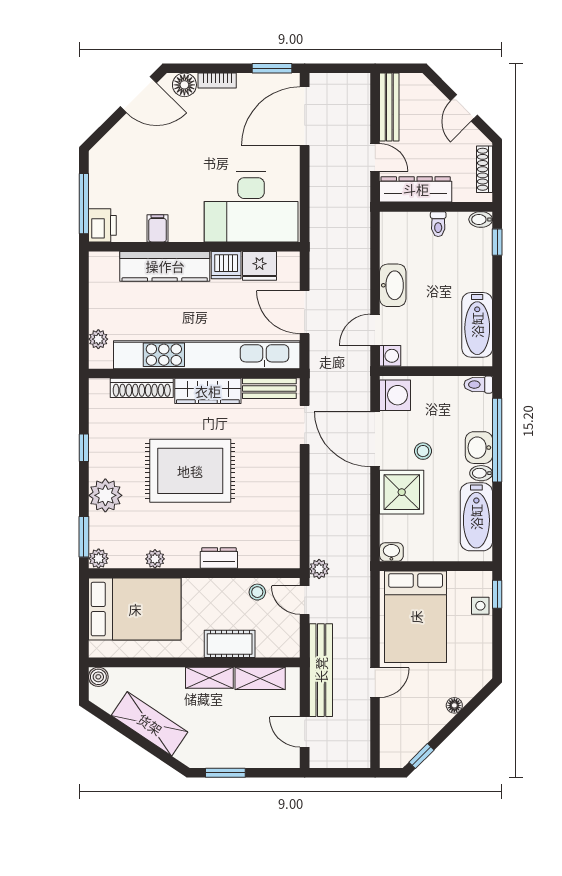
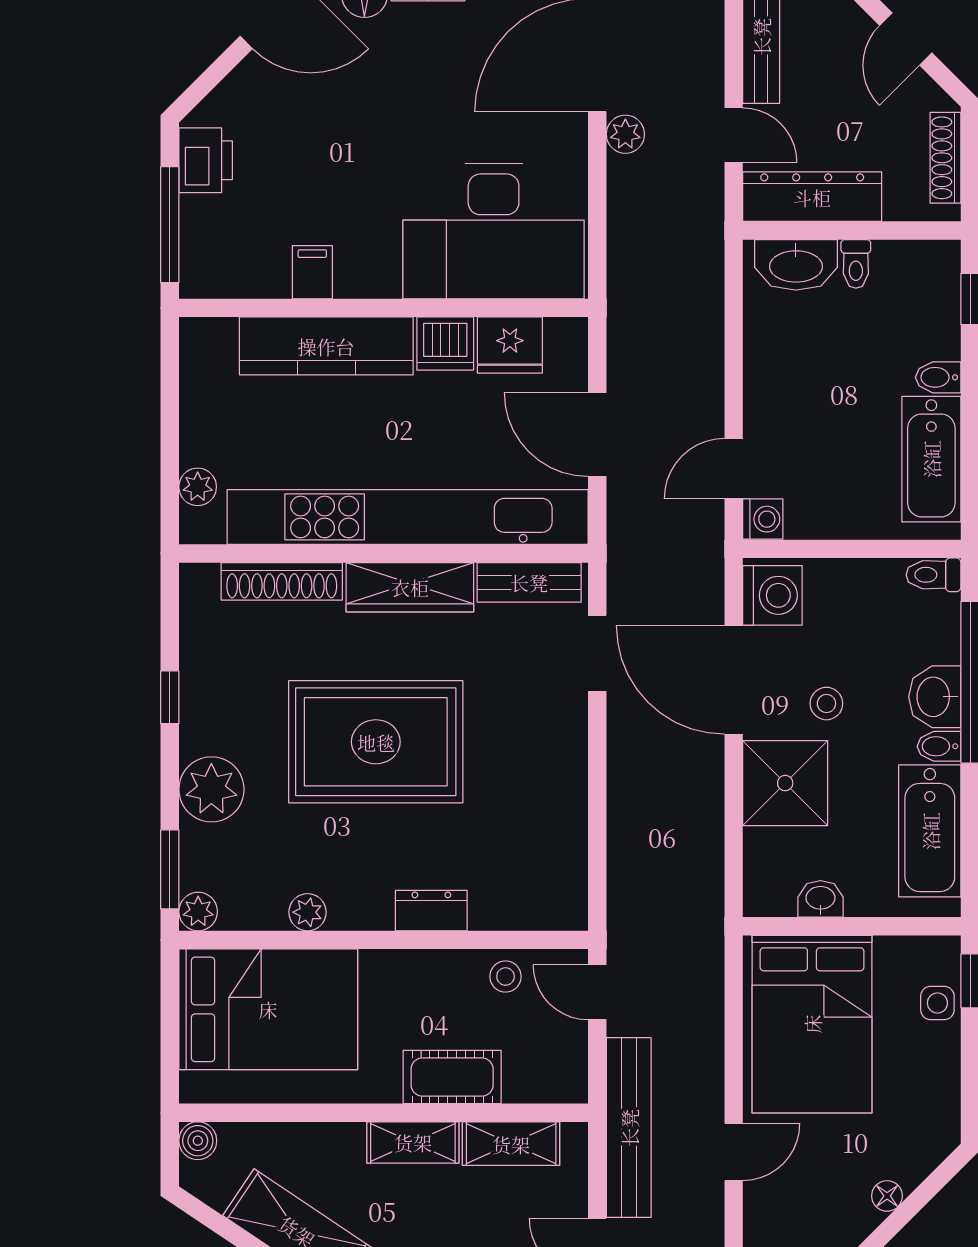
bidet: (481, 219) -> (938, 377), moved
printer: (102, 225) -> (206, 160), moved
washbasin: (393, 285) -> (796, 265), moved, turned 90
washbasin: (391, 552) -> (820, 899), moved
plant: (319, 569) -> (625, 134), moved

